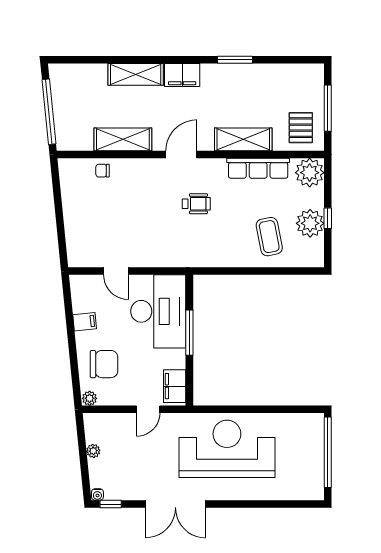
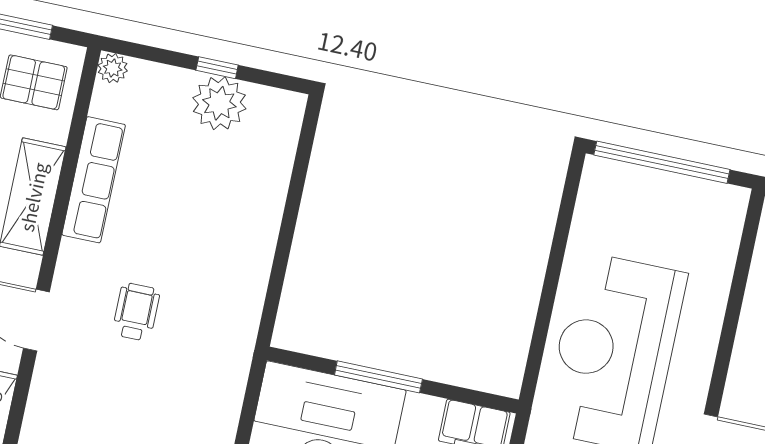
plant: (310, 173) -> (113, 68), width x0.53, depth x0.53
coffee table: (269, 237) -> (228, 186), removed

